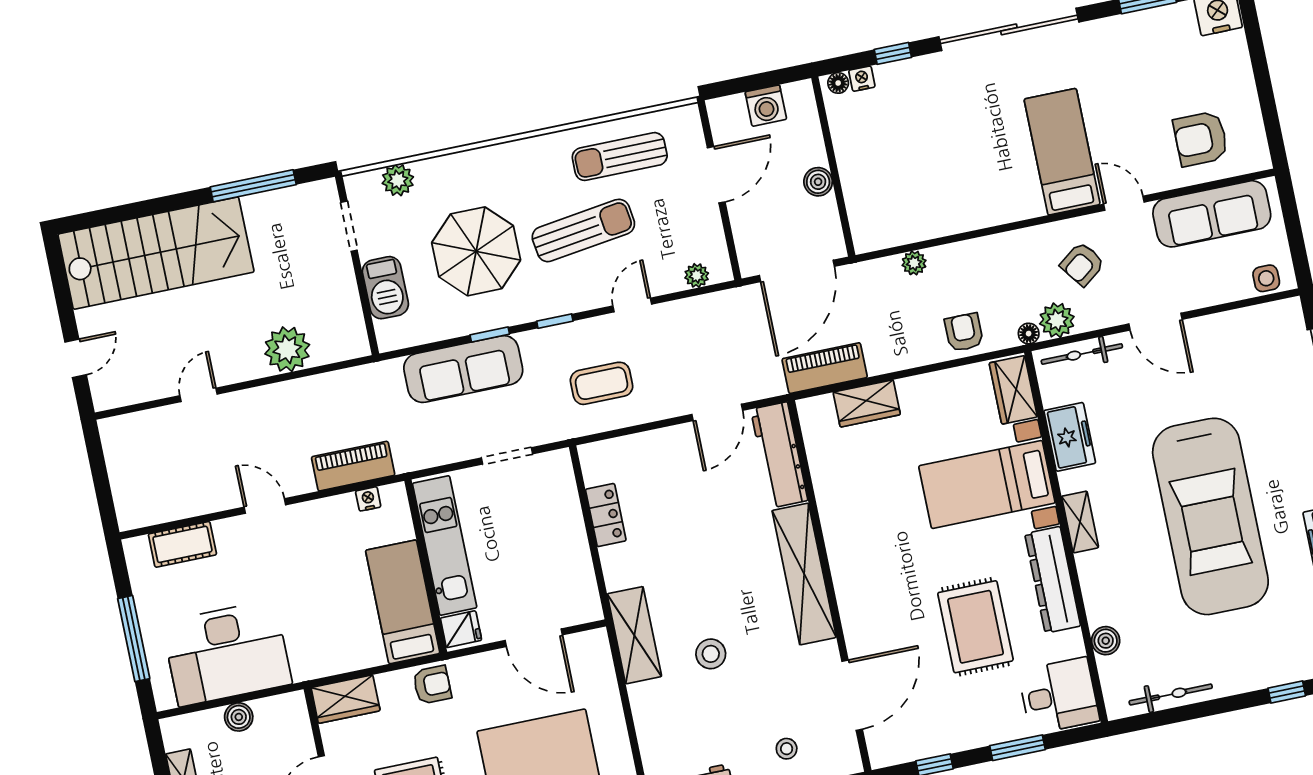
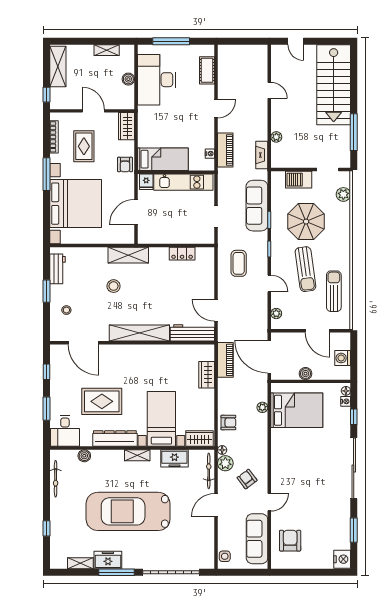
bed: (1062, 152) -> (297, 410), moved, width x1.50
plant: (287, 349) -> (276, 137), width x0.53, depth x0.53
fireplace: (347, 382) -> (262, 155), added

